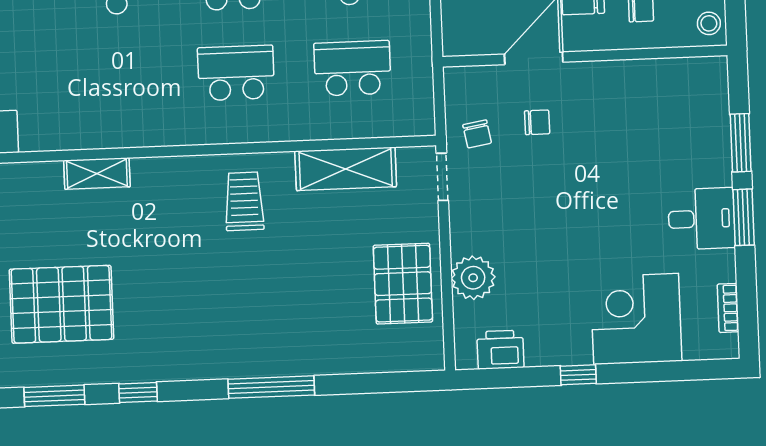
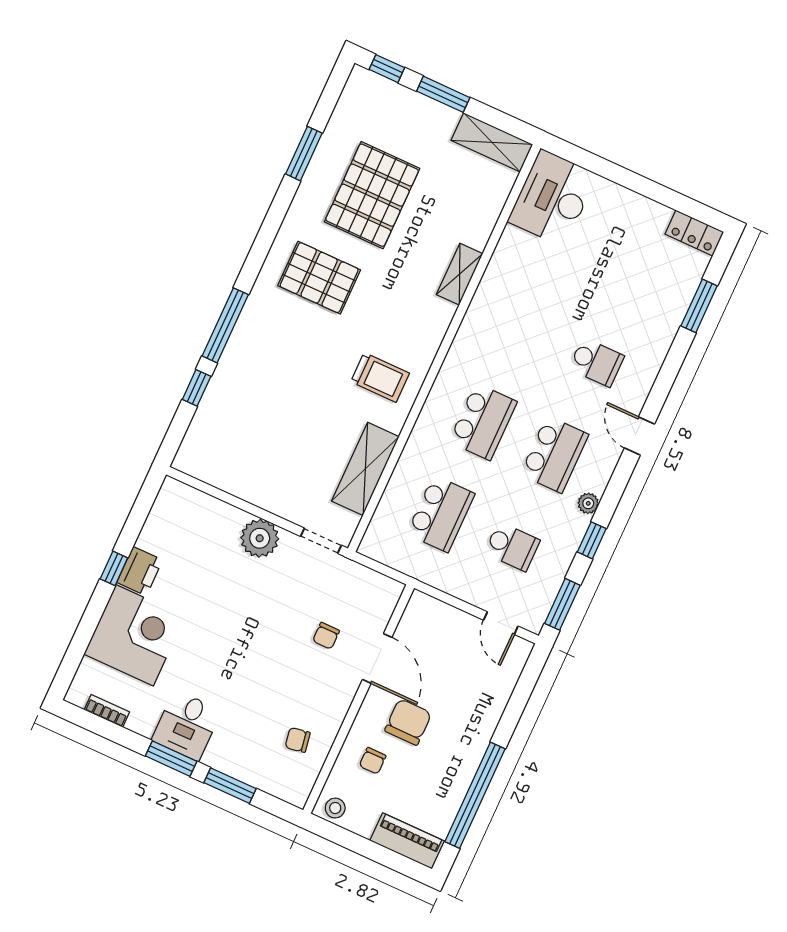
chair: (477, 134) -> (298, 740), moved
plant: (473, 278) -> (260, 538), moved
pallet: (403, 284) -> (319, 278), moved
printer: (500, 350) -> (140, 571), moved
window: (138, 392) -> (197, 388), moved

